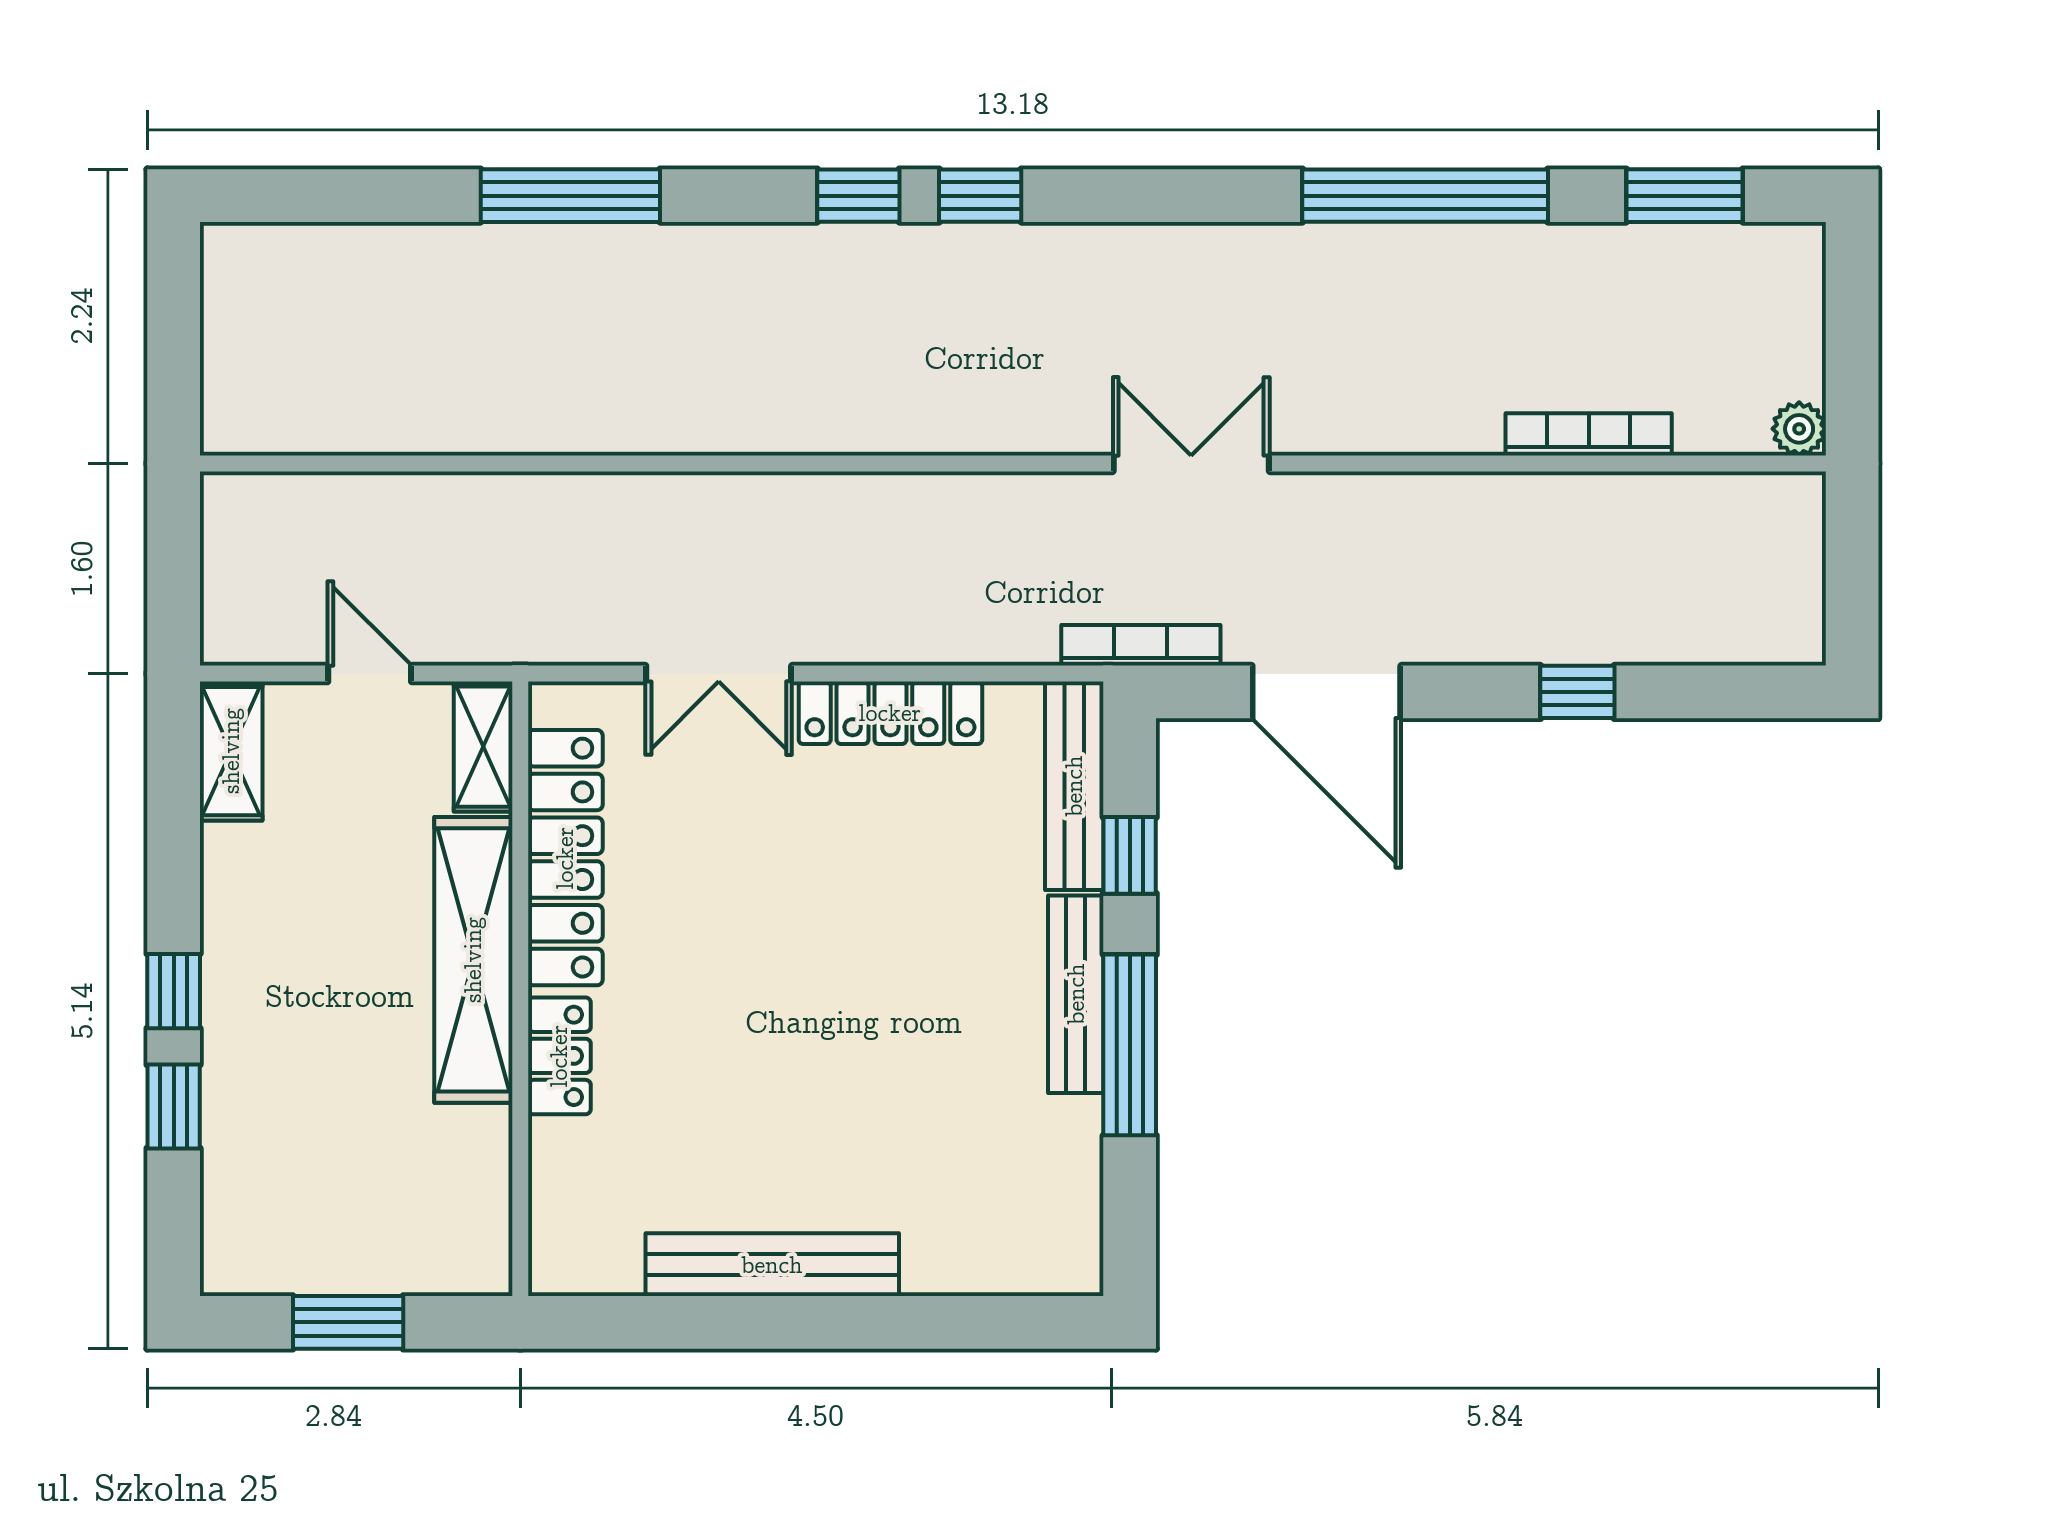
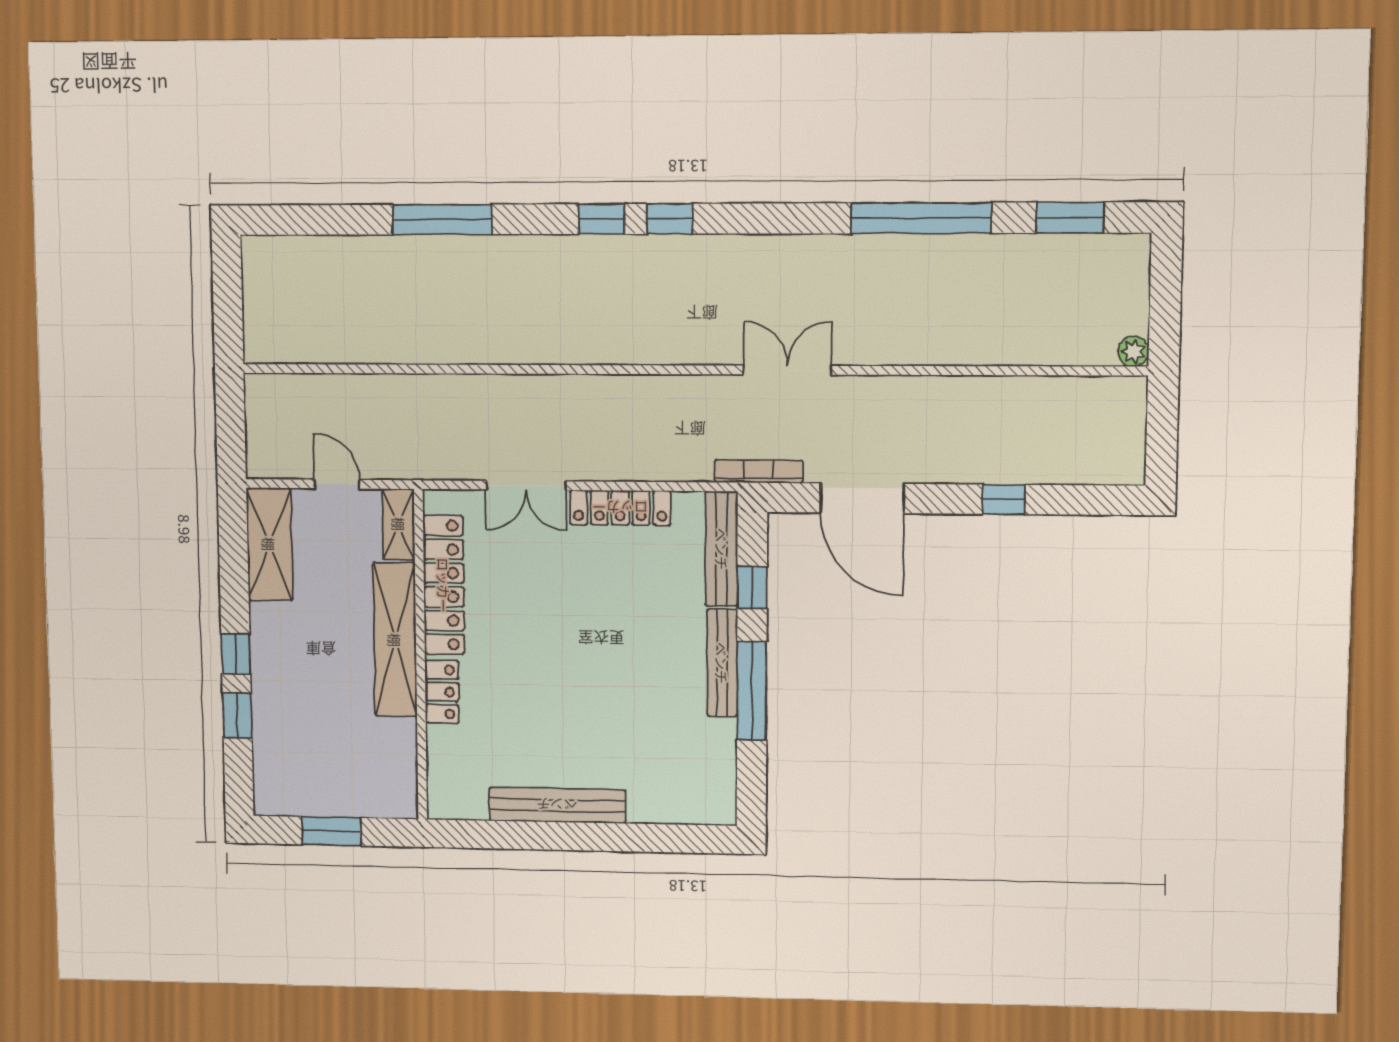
bookcase: (1589, 434) -> (1012, 354), removed
shelving: (231, 751) -> (269, 544), width x1.50, depth x1.33

